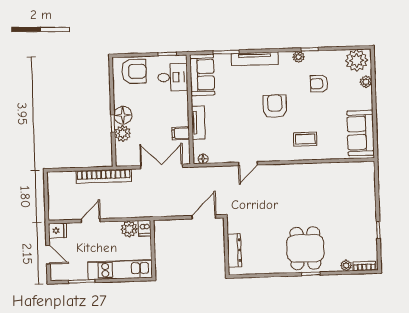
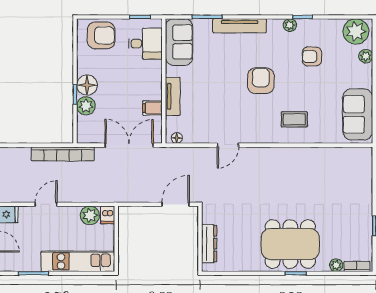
dining table: (305, 248) -> (290, 244), width x1.38

